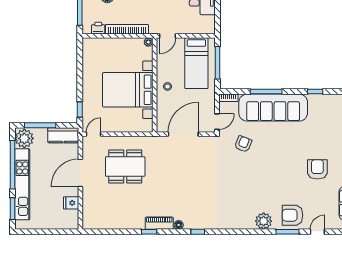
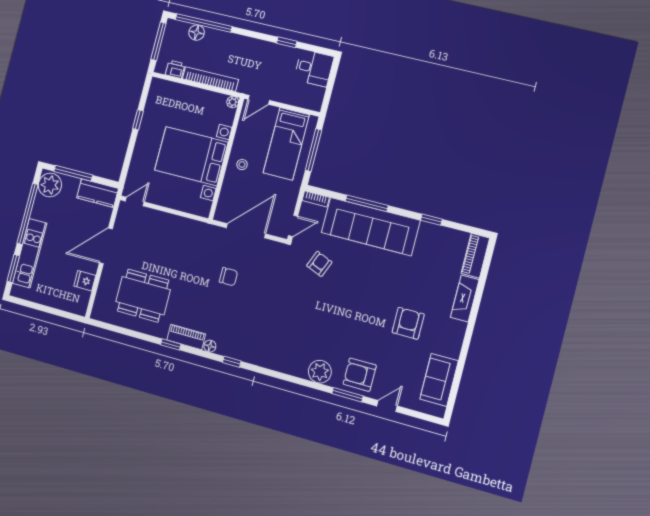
window: (80, 110) -> (138, 120), moved
dining table: (125, 166) -> (143, 296), moved
chair: (179, 171) -> (228, 277), added
kitchen unit: (22, 184) -> (30, 253), width x0.73

